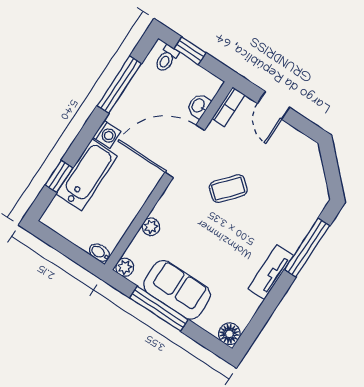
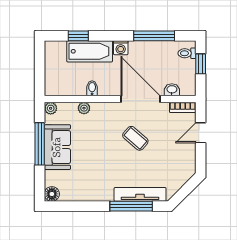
bidet: (100, 253) -> (92, 88), moved
tv unit: (271, 272) -> (140, 194), moved, width x1.41

